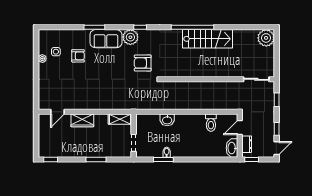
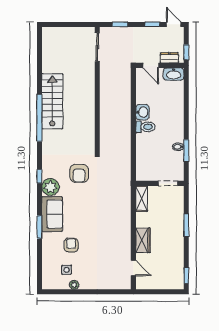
plant: (266, 38) -> (51, 36), removed
washbasin: (167, 120) -> (142, 112), moved
toilet: (211, 123) -> (145, 127), moved

